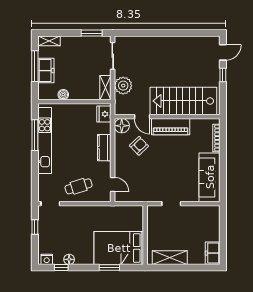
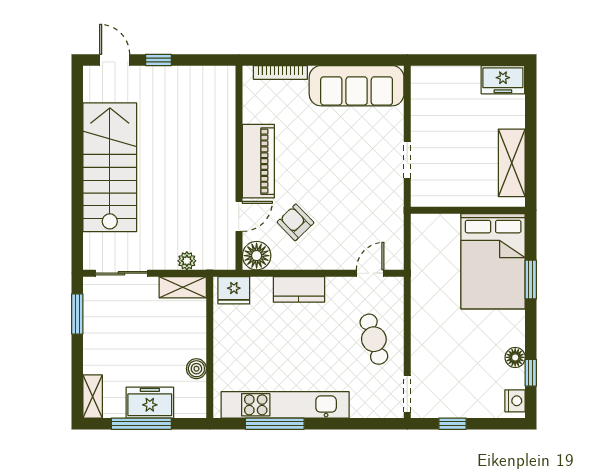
plant: (123, 86) -> (187, 261), width x0.53, depth x0.53
stairs: (183, 101) -> (110, 167), moved, turned 180

